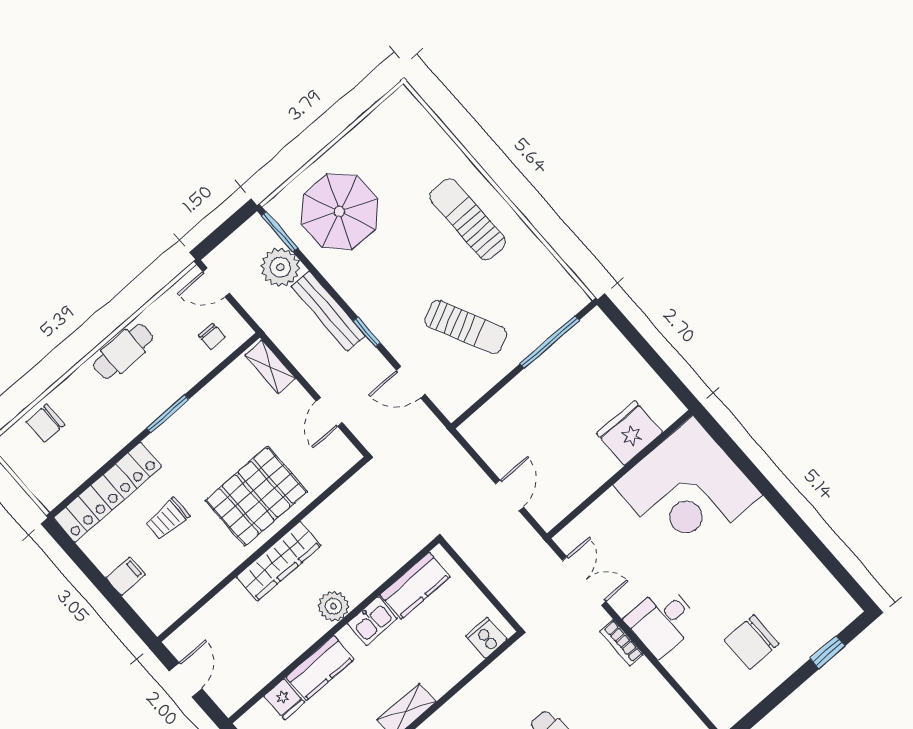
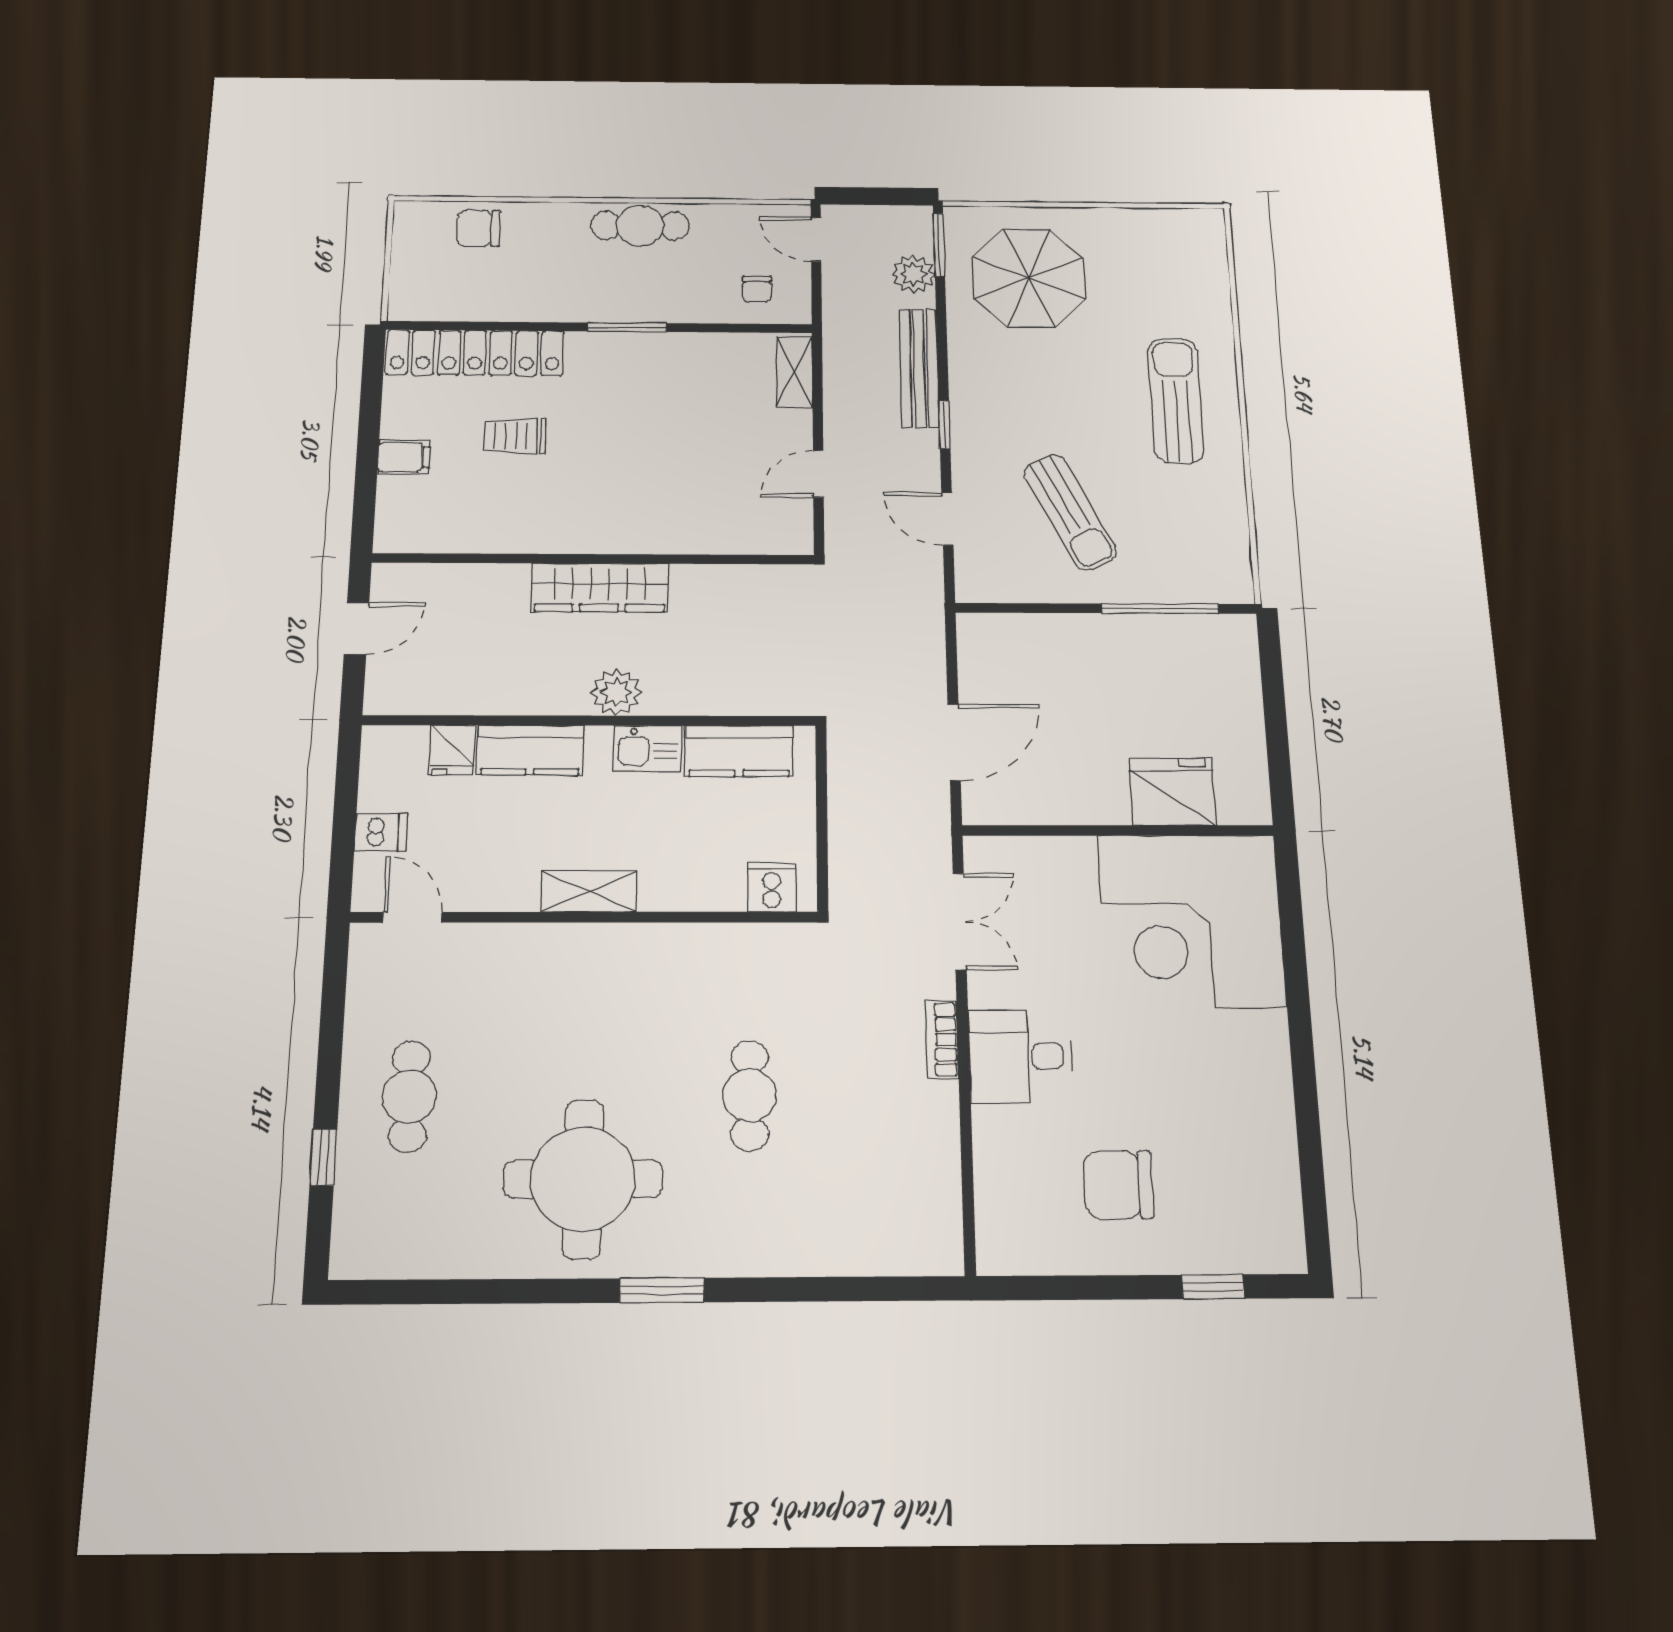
plant: (280, 267) -> (913, 274), width x0.73, depth x0.73
door: (509, 495) -> (954, 742), width x1.37
pallet: (256, 496) -> (643, 495), removed

